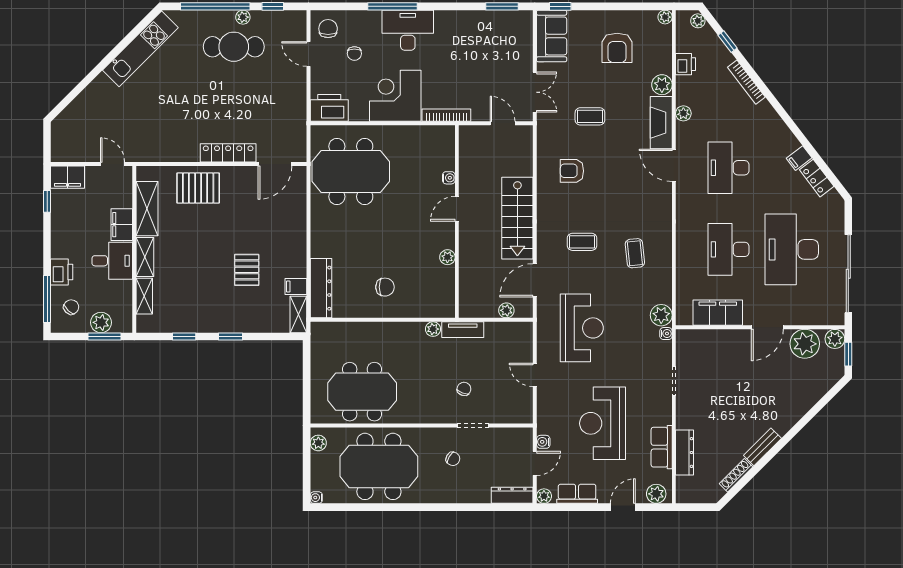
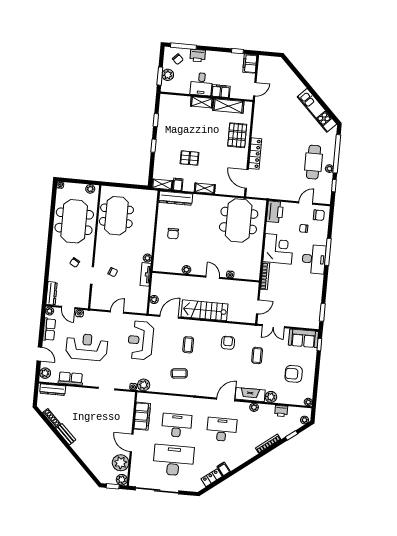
door: (535, 280) -> (169, 317), hinge flipped
shelving: (144, 296) -> (205, 188), moved
reception desk: (582, 328) -> (141, 340), turned 90
dresser: (685, 453) -> (53, 390), moved

